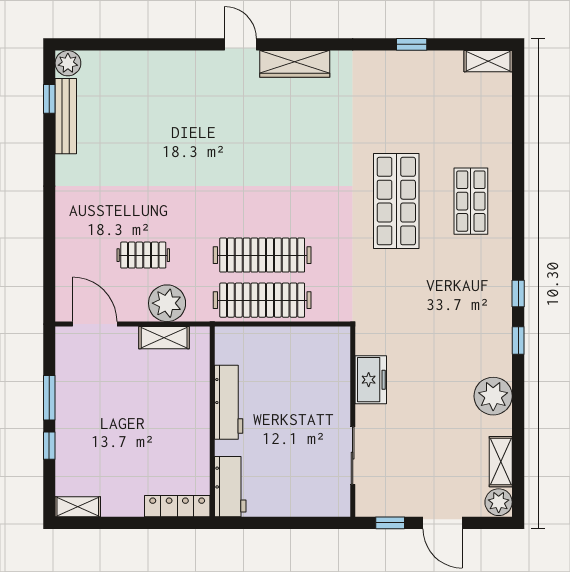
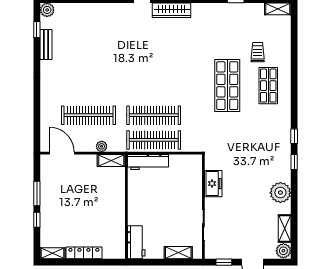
bench: (66, 116) -> (46, 45), width x0.73
trolley: (452, 140) -> (258, 52), added
clothes rail: (143, 255) -> (88, 115), width x1.86, depth x1.31
plant: (167, 303) -> (102, 146), width x0.53, depth x0.53
shelving: (164, 338) -> (111, 161), moved
workbench: (229, 402) -> (148, 162), moved, turned 90
shelving: (307, 505) -> (178, 253), added
locker: (177, 506) -> (84, 253), moved

